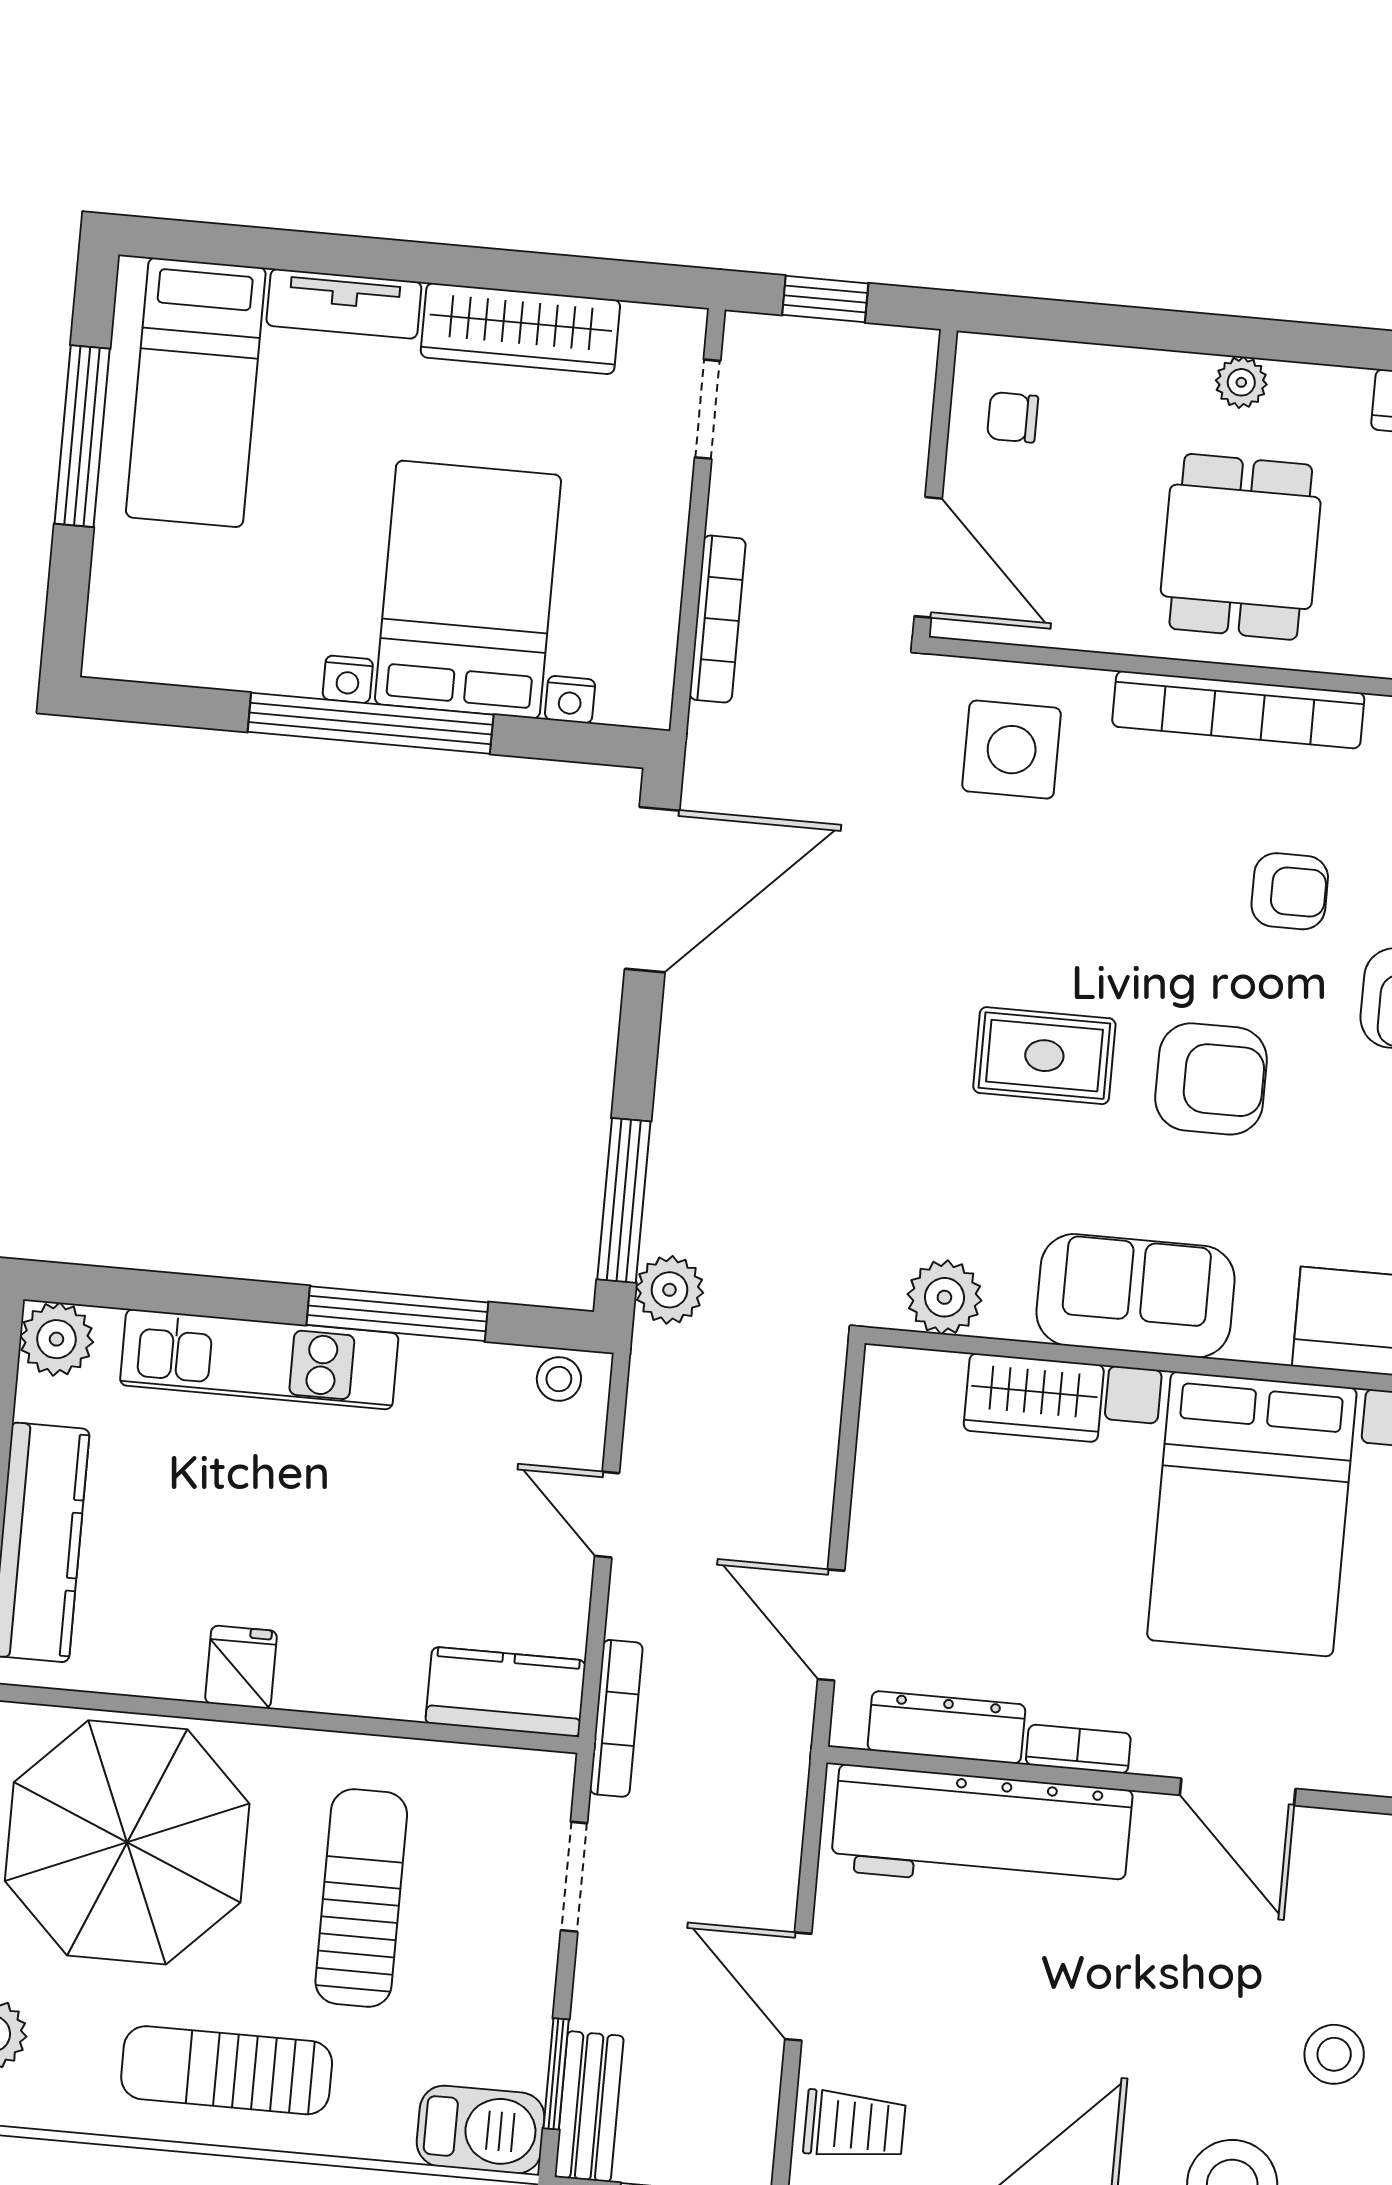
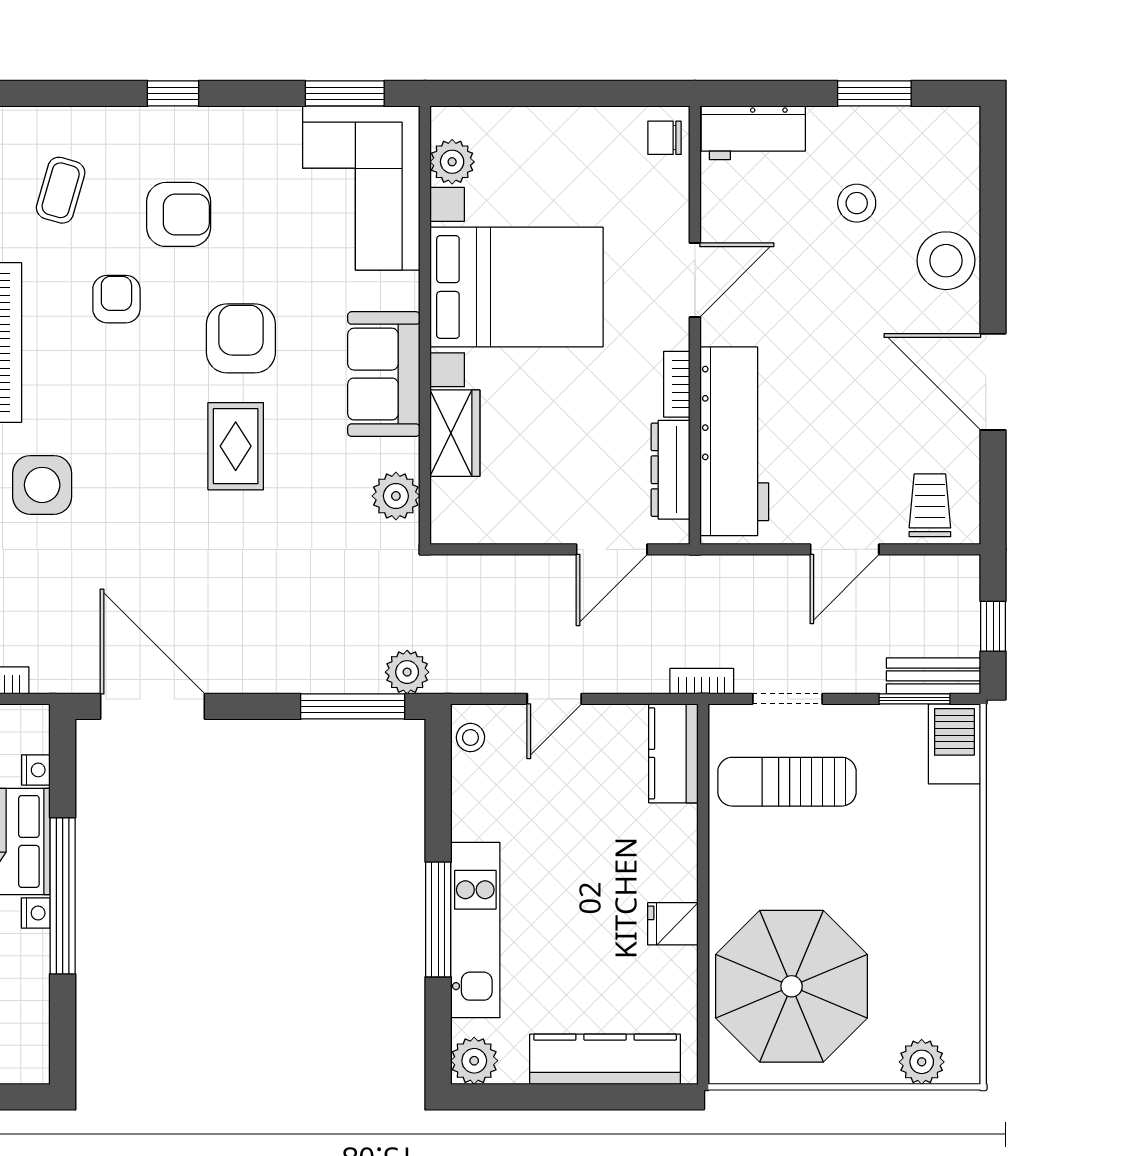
window: (397, 1314) -> (438, 919), moved
bookcase: (616, 1718) -> (702, 681), width x0.64
sun lounger: (361, 1898) -> (787, 782), moved
sun lounger: (227, 2070) -> (931, 910), removed

